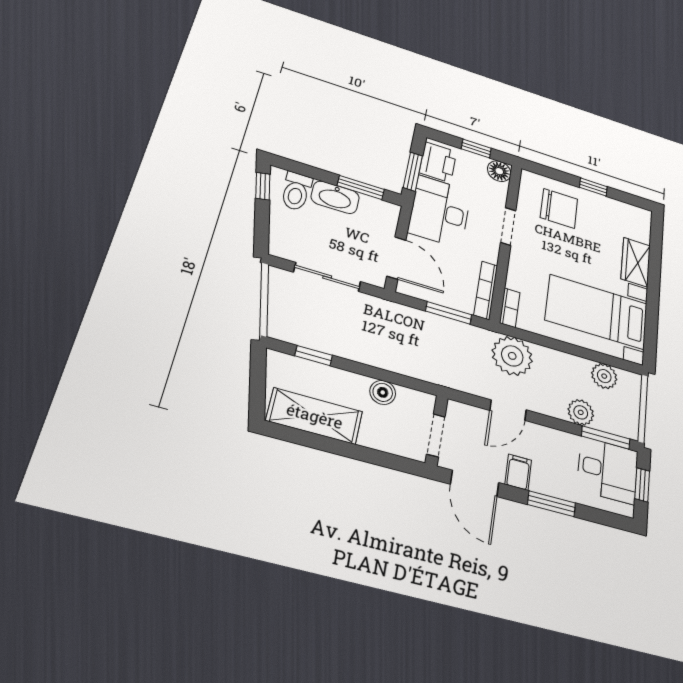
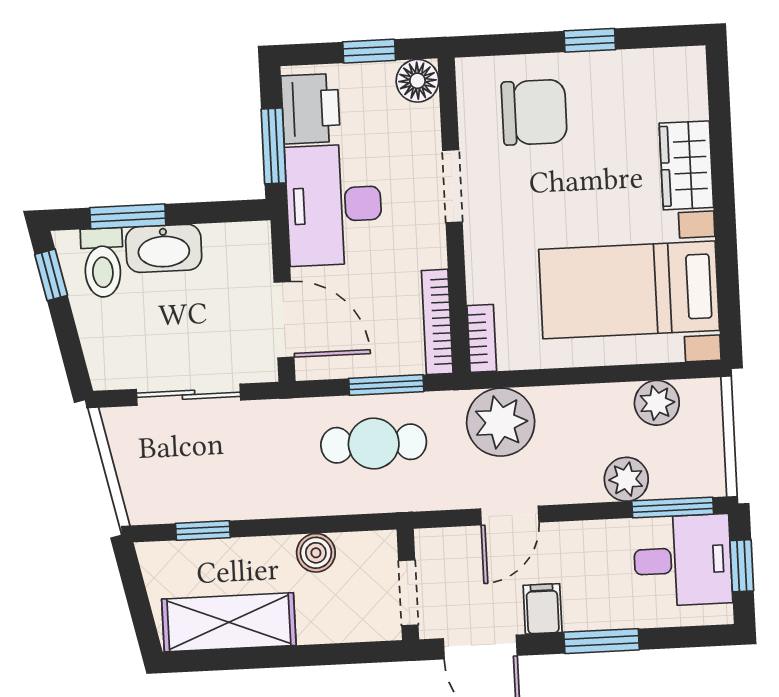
window: (361, 187) -> (128, 216), moved
cafe table: (434, 342) -> (374, 444), added

